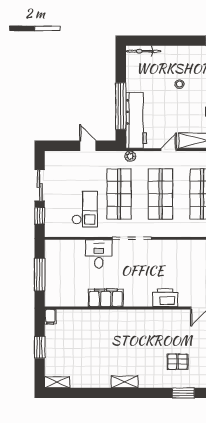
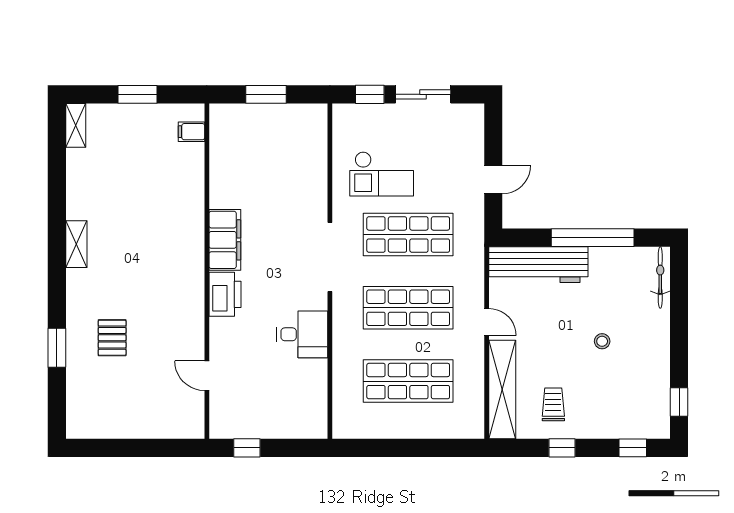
window: (121, 106) -> (593, 238), moved
plant: (130, 156) -> (475, 254), removed
desk: (99, 254) -> (302, 334), moved
window: (40, 275) -> (266, 94), width x0.69
filing cabinet: (106, 298) -> (225, 240), moved
printer: (165, 298) -> (225, 294), moved
filing cabinet: (50, 317) -> (191, 132), moved

